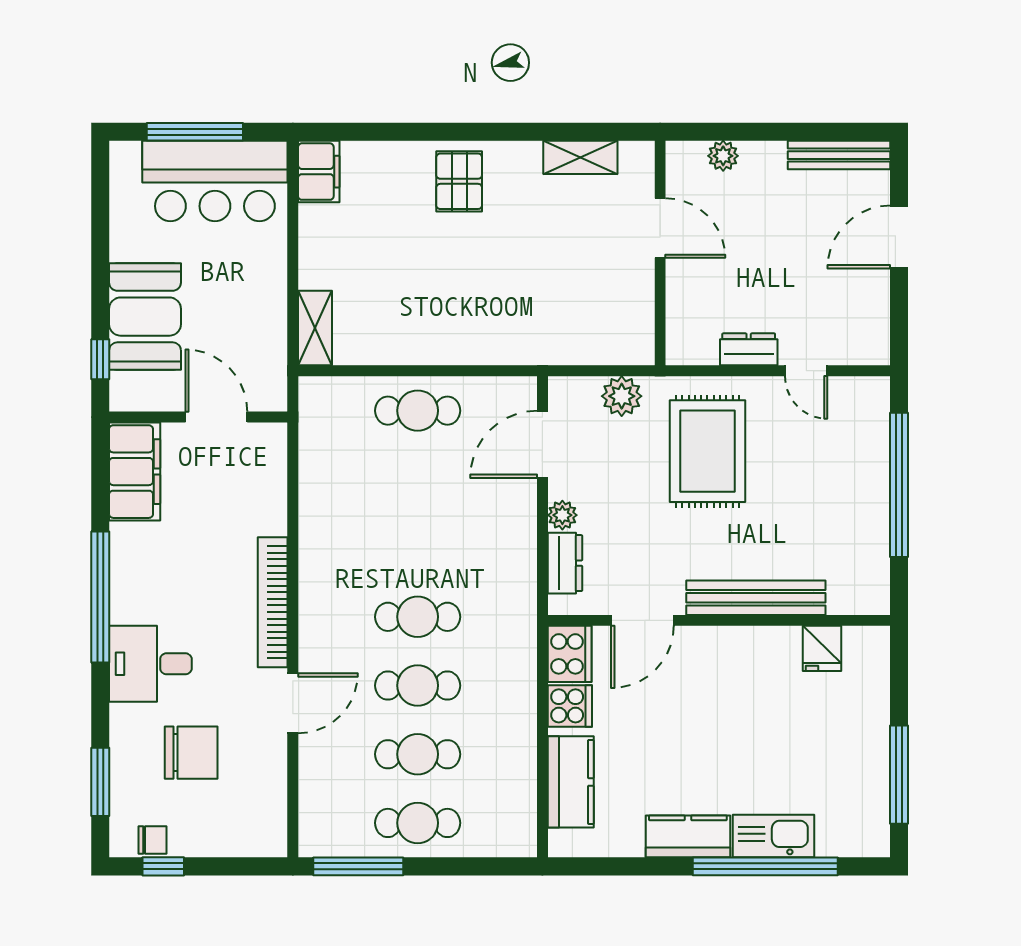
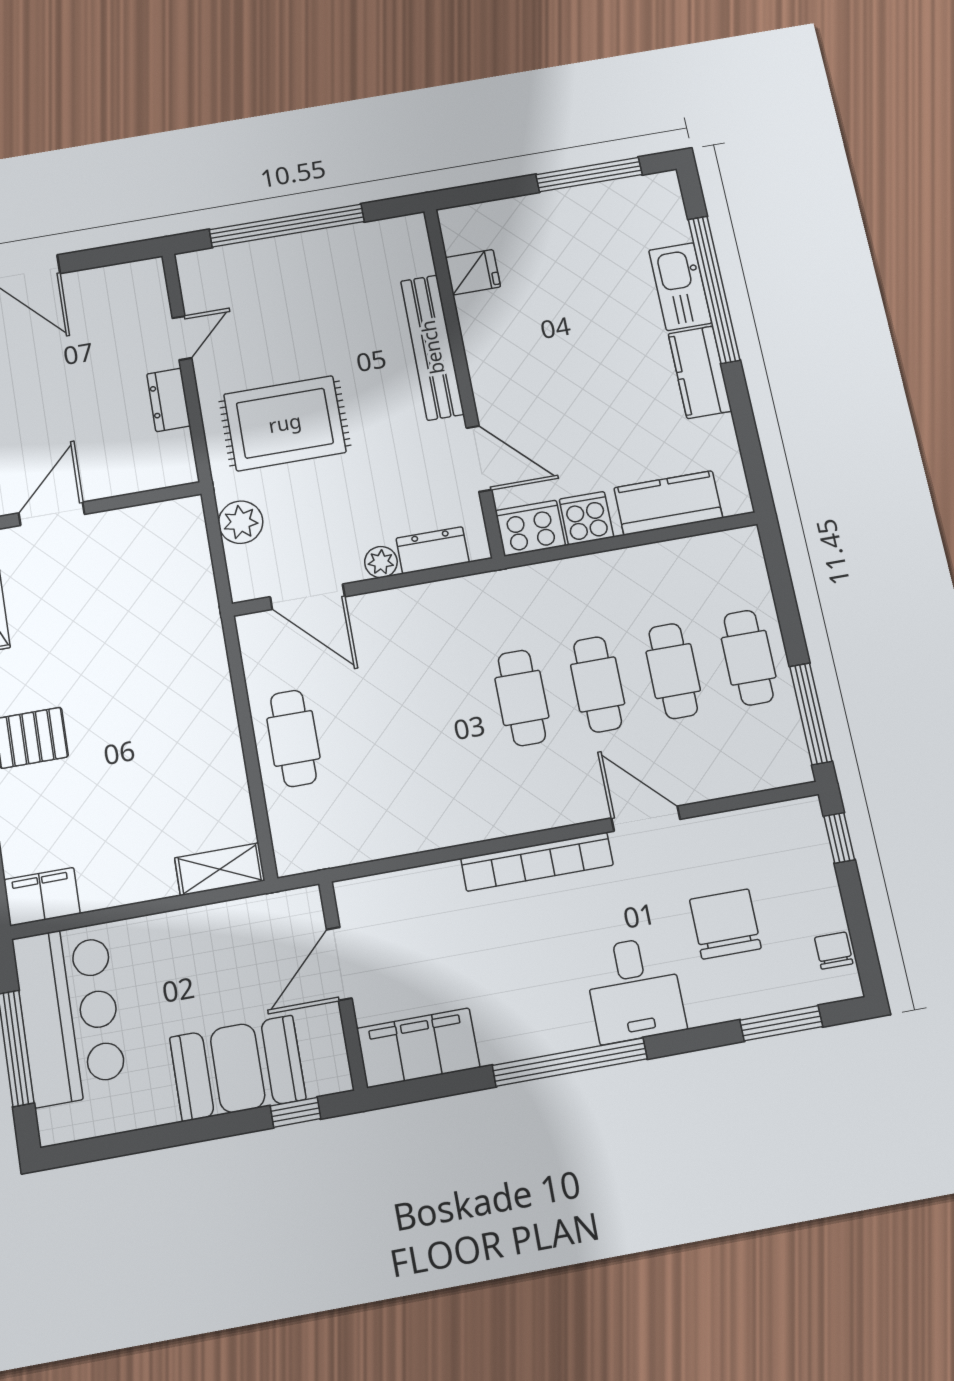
window: (163, 866) -> (839, 838), moved

